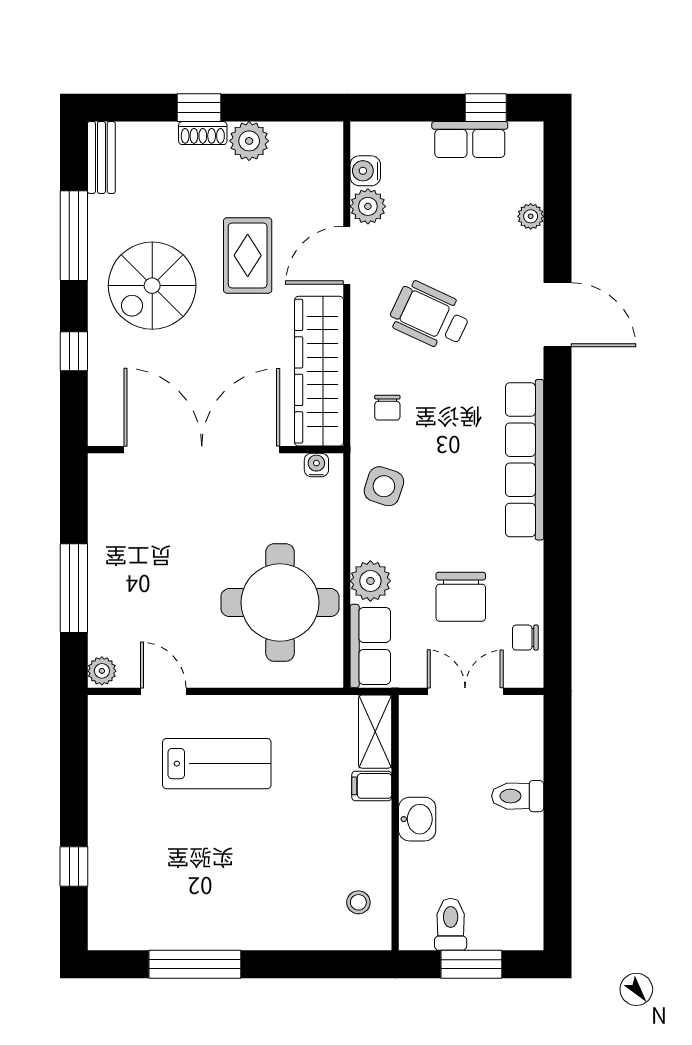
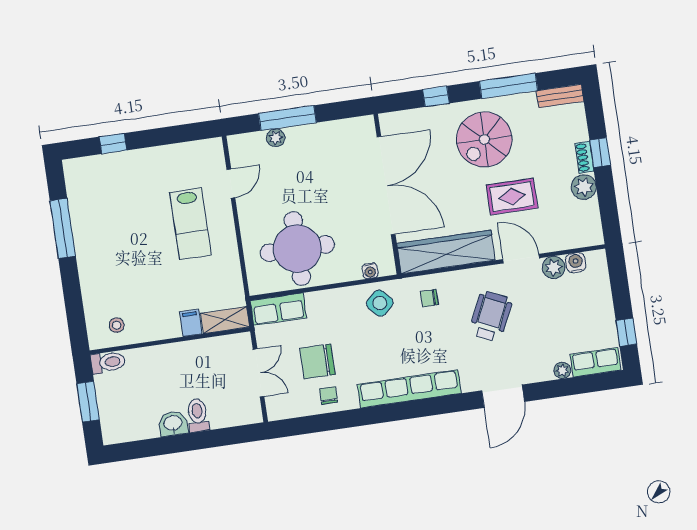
row of seats: (470, 139) -> (595, 362), moved, turned 90
spiral stairs: (152, 286) -> (484, 139), turned -90
water cooler: (316, 465) -> (370, 271), moved, turned 90
side table: (384, 486) -> (380, 303), turned 30
plant: (370, 581) -> (319, 303), removed
chair: (525, 638) -> (329, 395), moved
plant: (102, 671) -> (276, 138), moved
washbasin: (417, 819) -> (173, 424), moved, turned 180
toilet: (451, 924) -> (108, 362), moved

